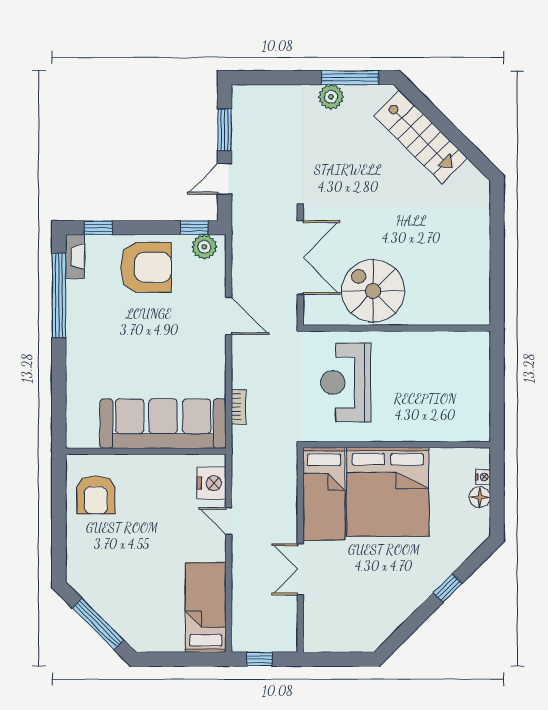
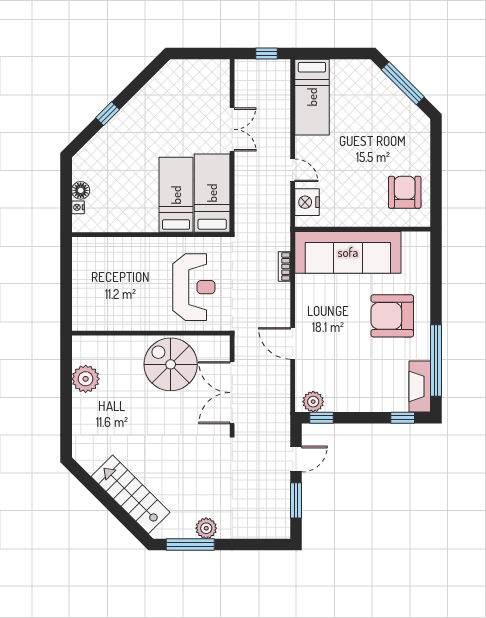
fireplace: (75, 257) -> (420, 386), width x1.37, depth x1.32
armchair: (146, 267) -> (392, 316), moved
plant: (474, 274) -> (86, 379), added
spiral stairs: (373, 291) -> (171, 364), turned 180
bed: (388, 492) -> (176, 195), width x0.49

